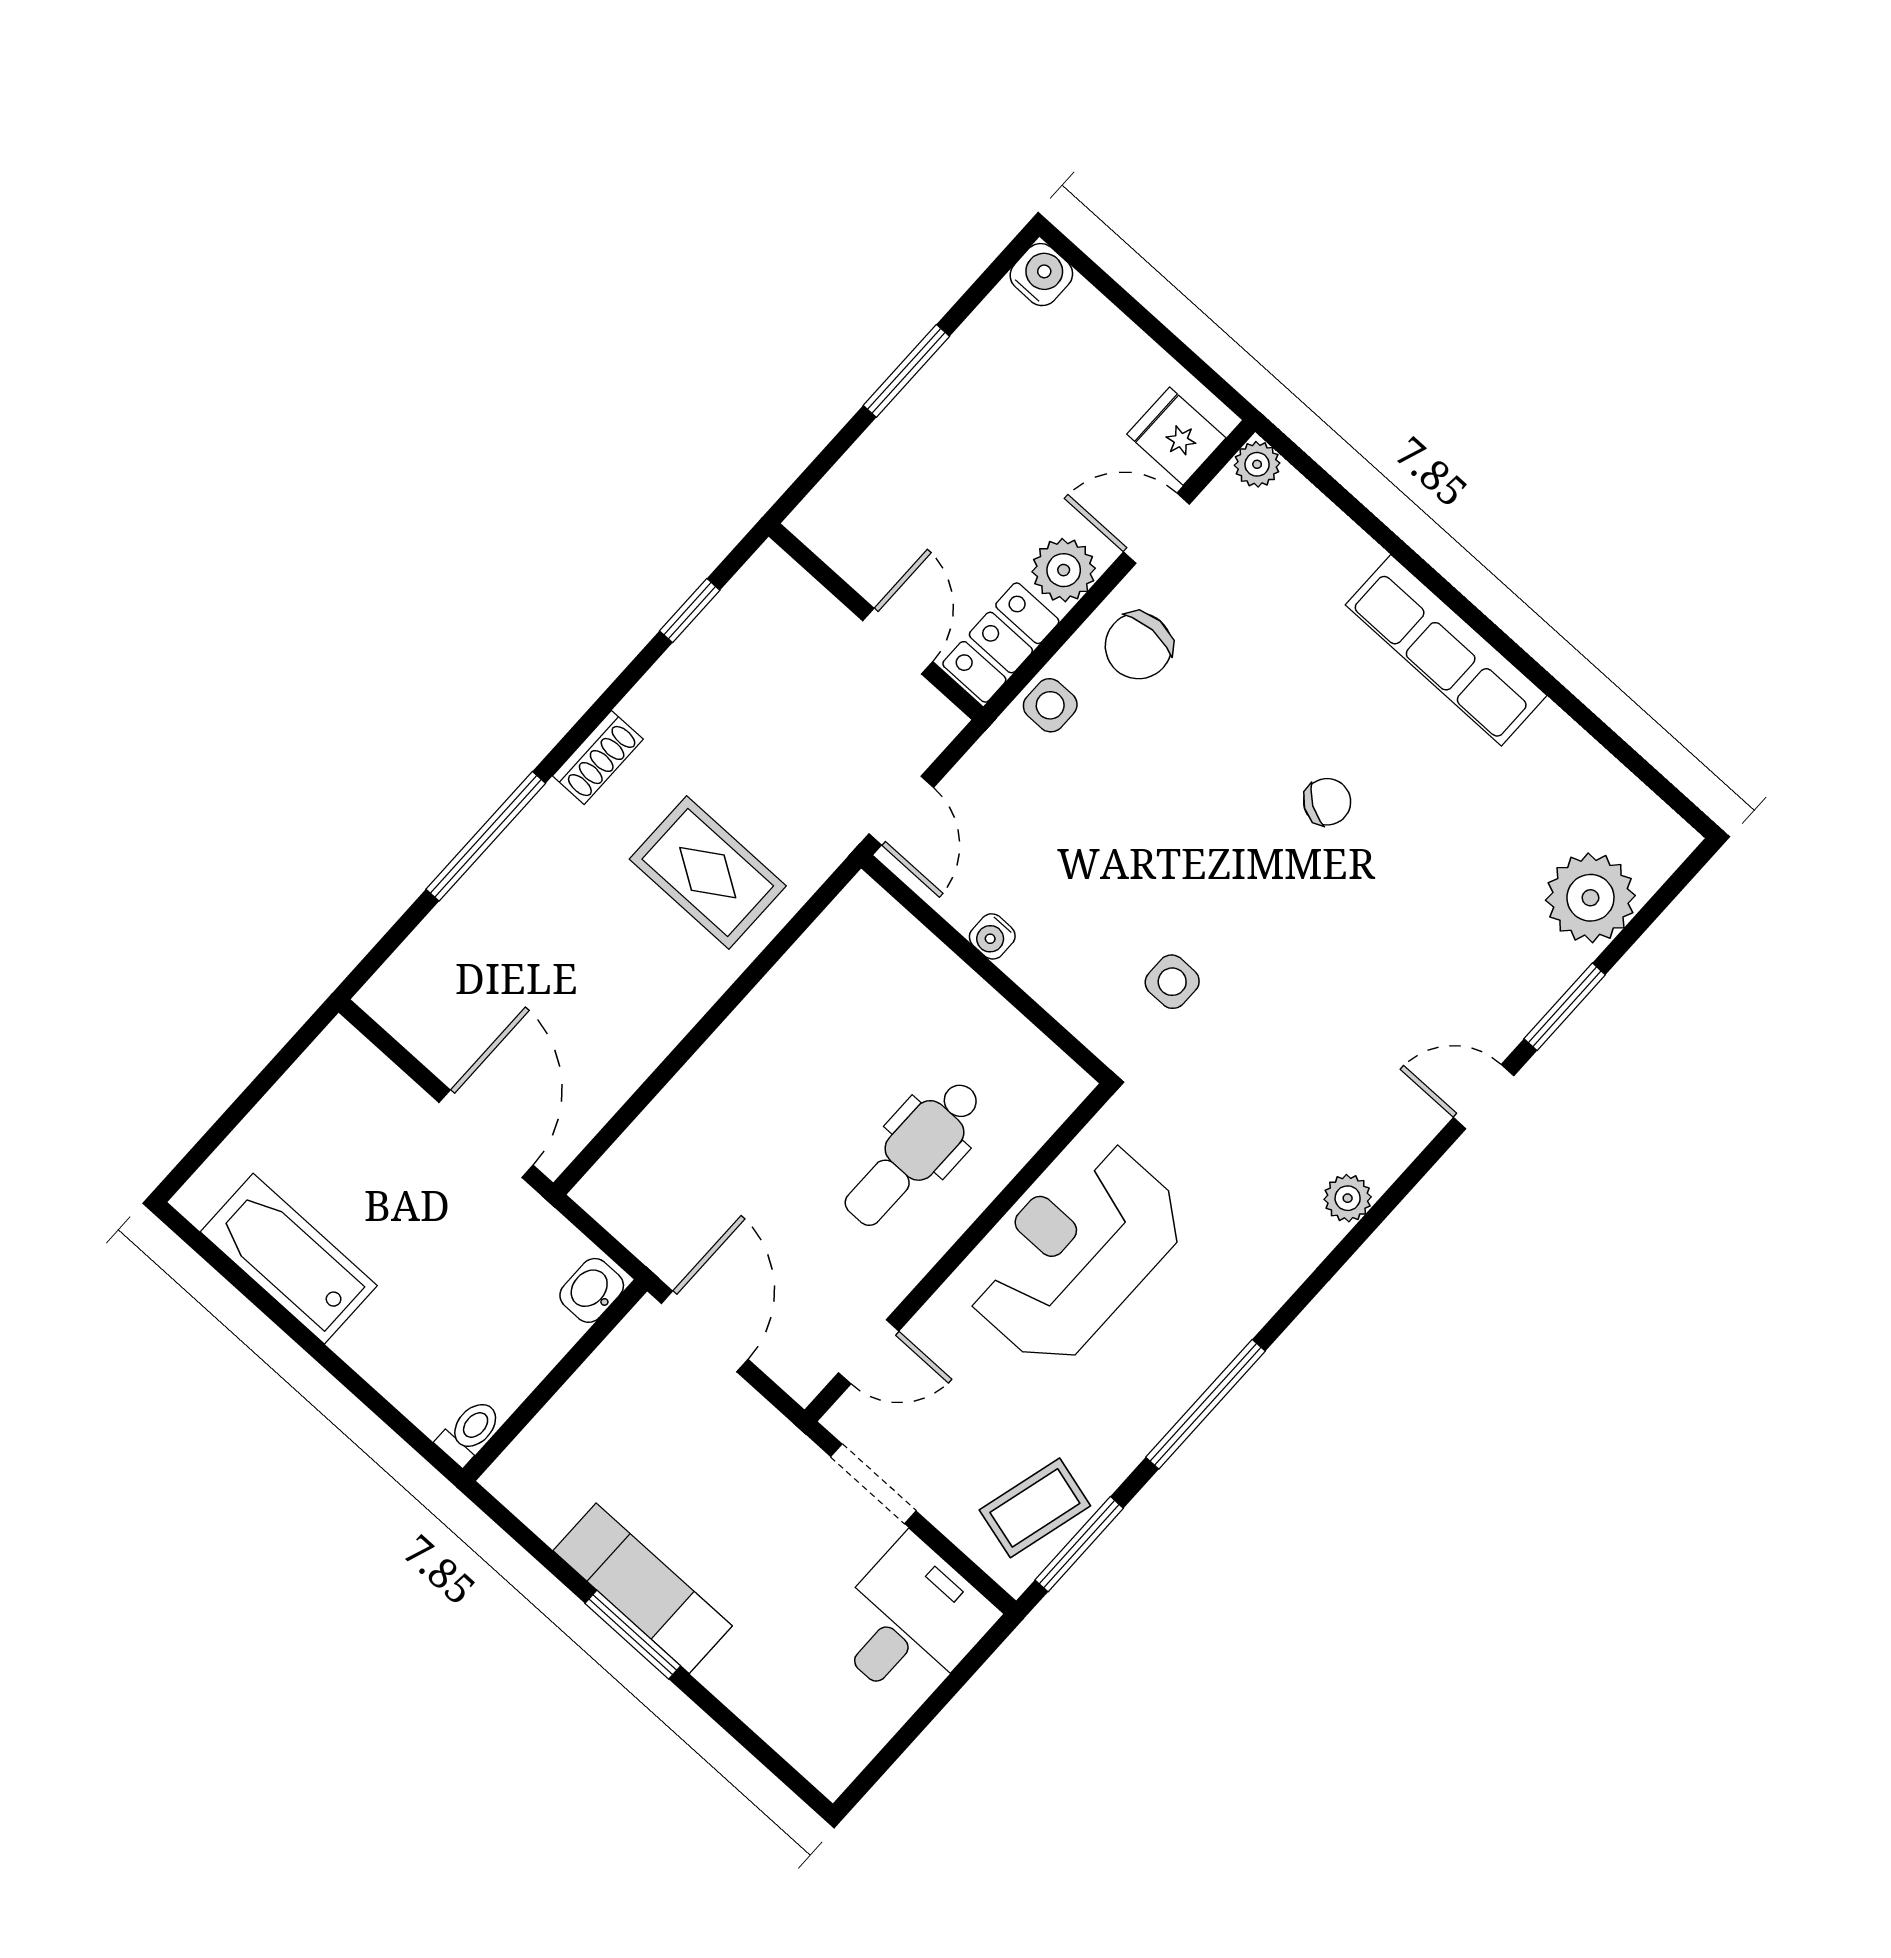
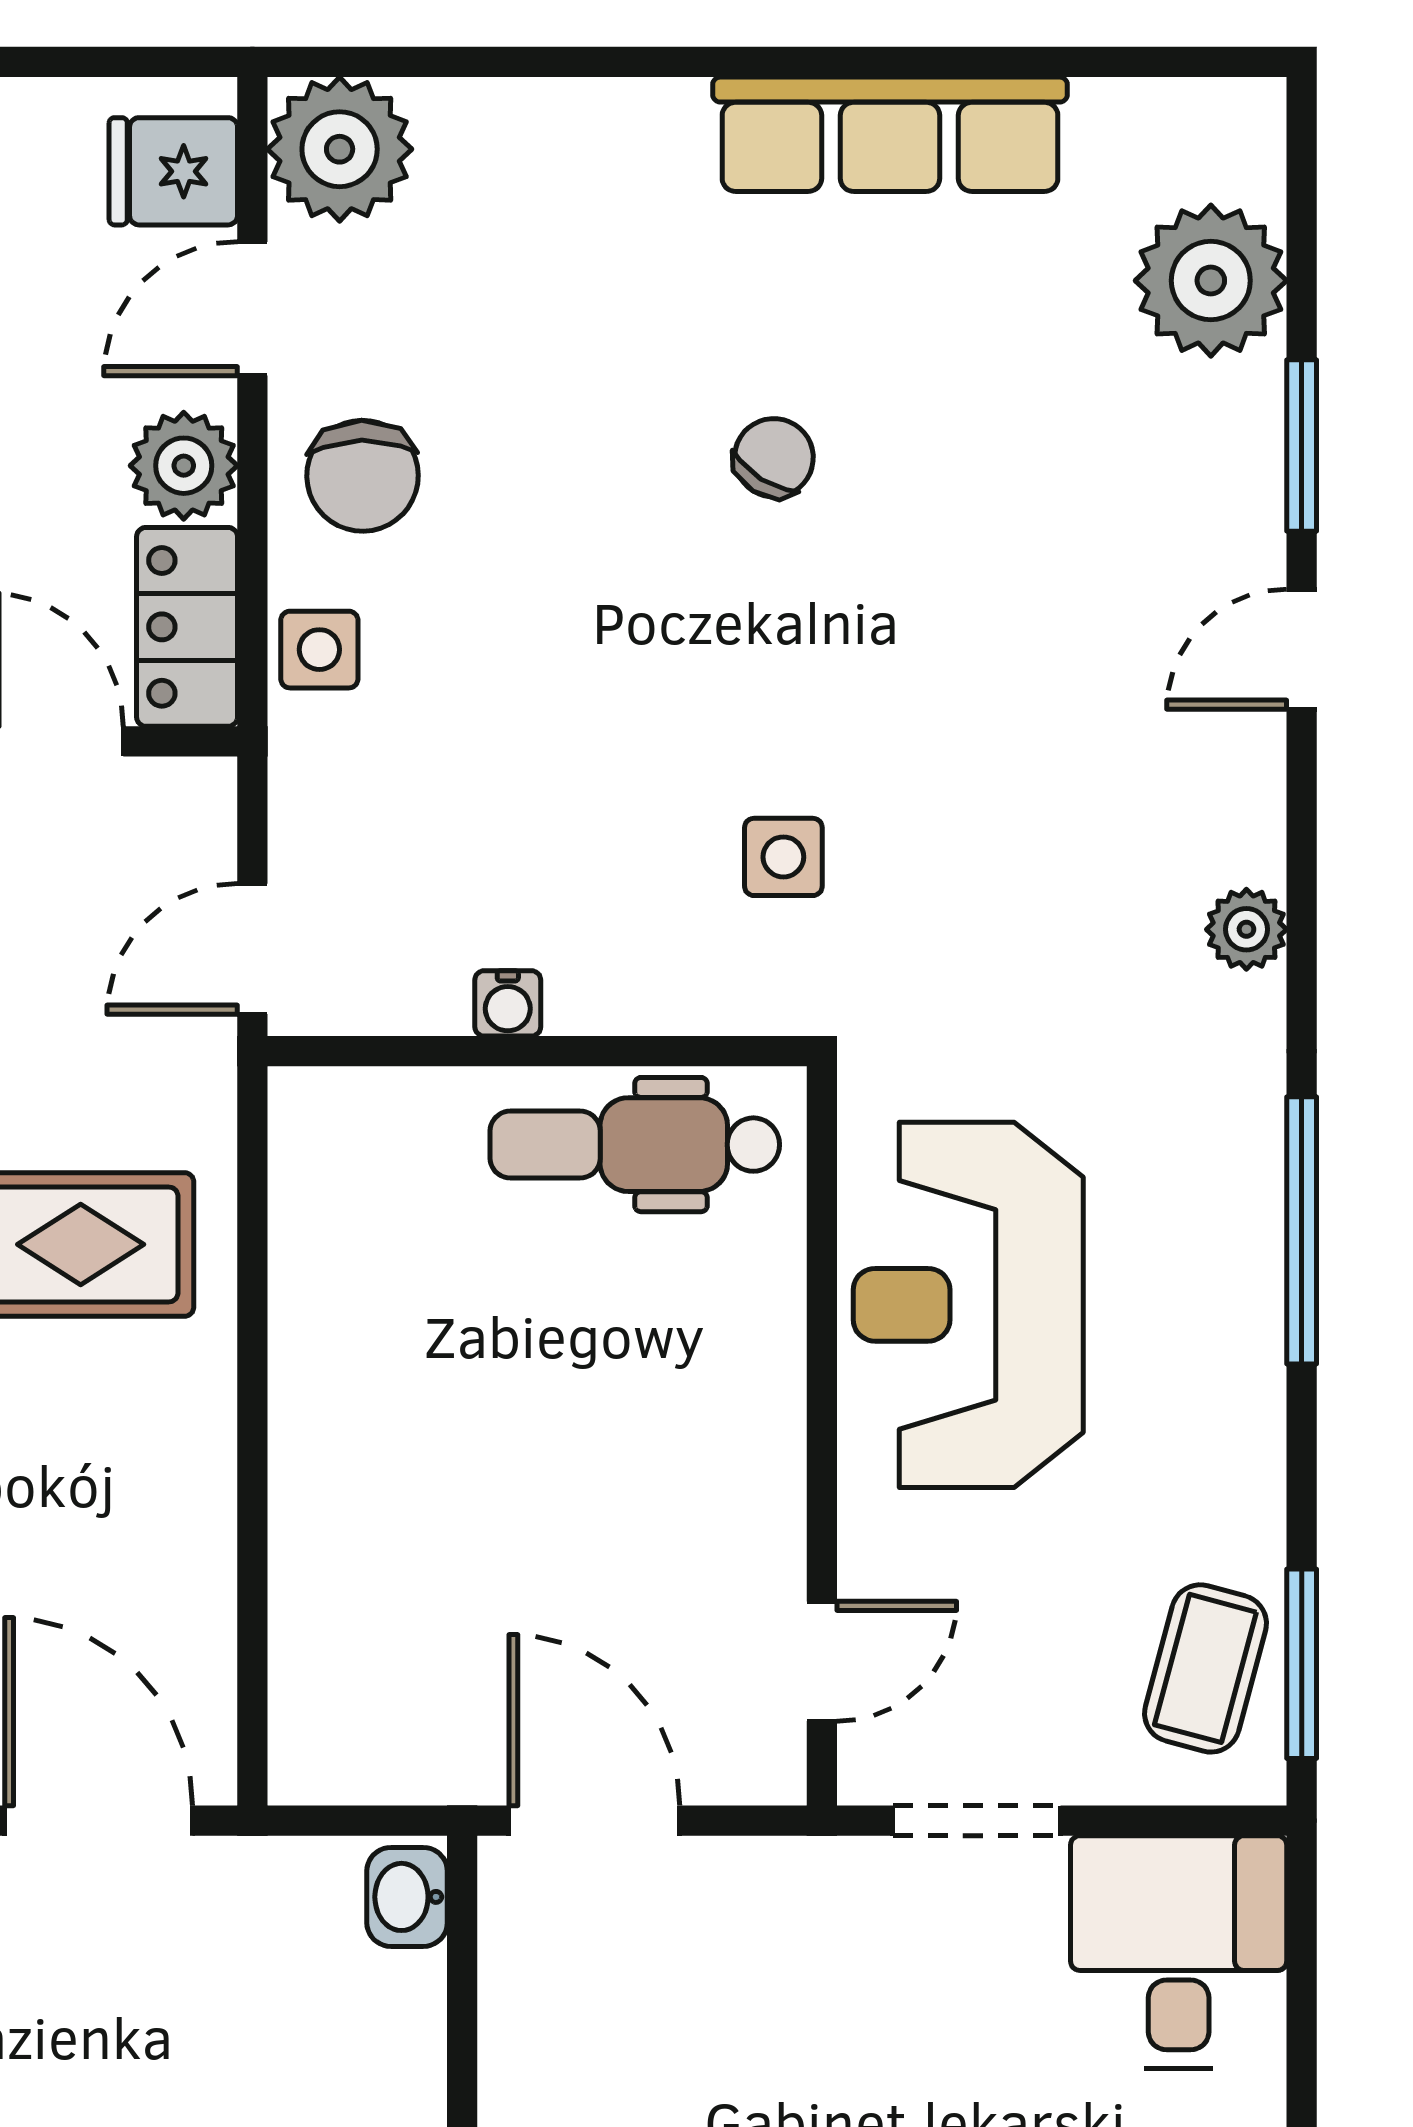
plant: (1257, 464) -> (340, 149), width x1.88, depth x1.88
row of seats: (1446, 650) -> (890, 134), moved
door: (901, 811) -> (252, 949), swing flipped
dental chair: (913, 1153) -> (635, 1145), moved, turned 90
window: (1206, 1404) -> (1302, 1230), moved

